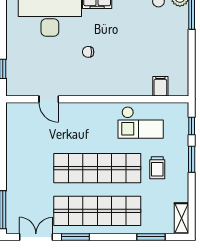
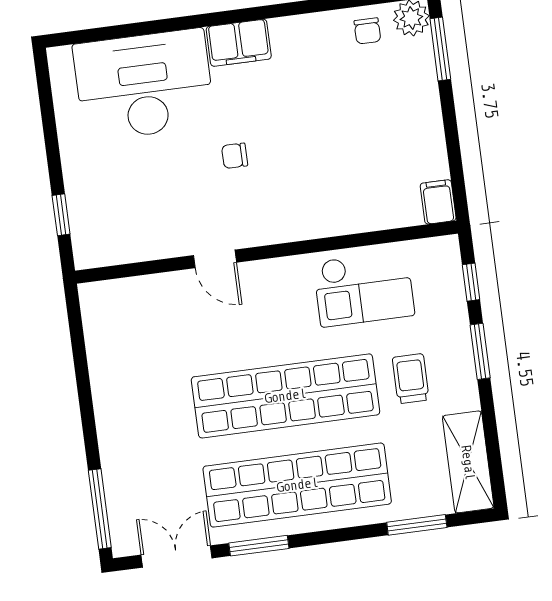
filing cabinet: (160, 86) -> (438, 202), moved
door: (49, 99) -> (215, 259), moved
trolley: (157, 168) -> (411, 379), turned 180
shelving: (182, 218) -> (468, 462), width x1.50, depth x1.33

